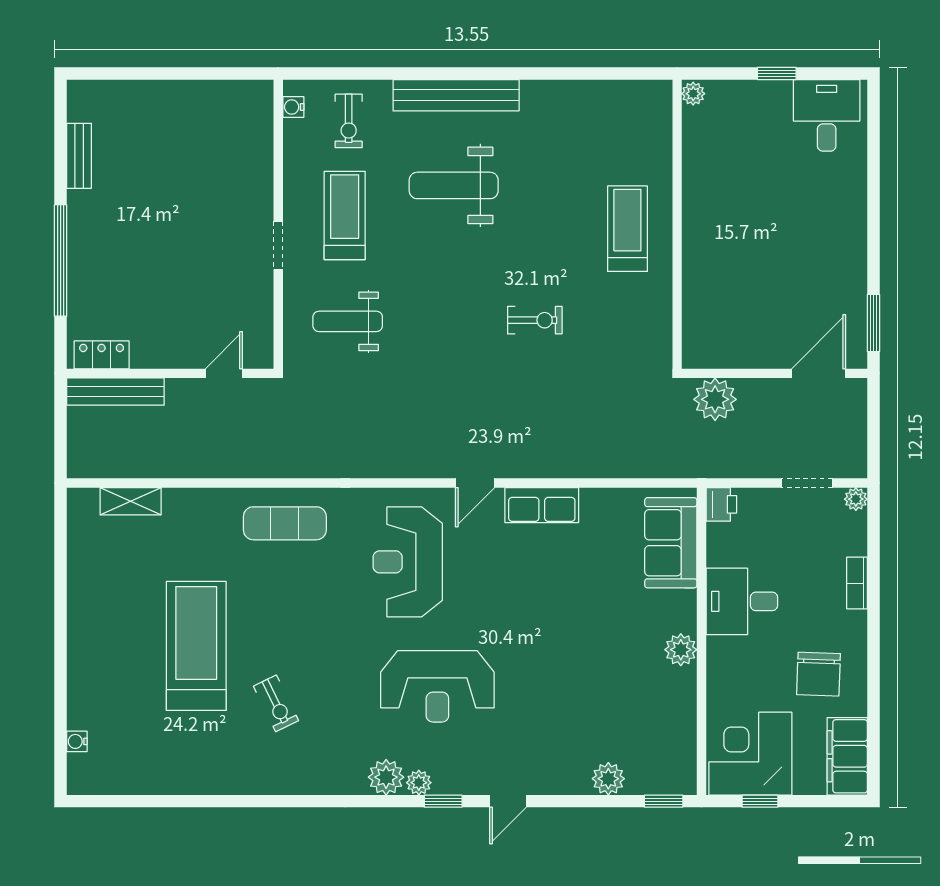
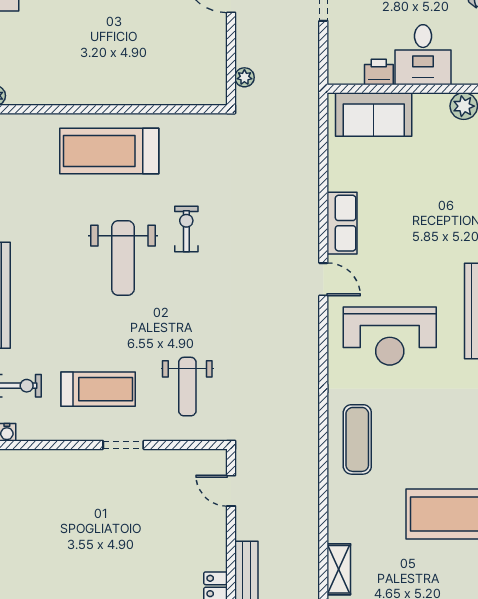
weight bench: (454, 185) -> (123, 258), moved
treadmill: (345, 215) -> (98, 389), turned 180
treadmill: (627, 229) -> (109, 151), width x1.37, depth x1.38
plant: (715, 399) -> (244, 77), width x0.53, depth x0.53
printer: (721, 504) -> (379, 72), moved

